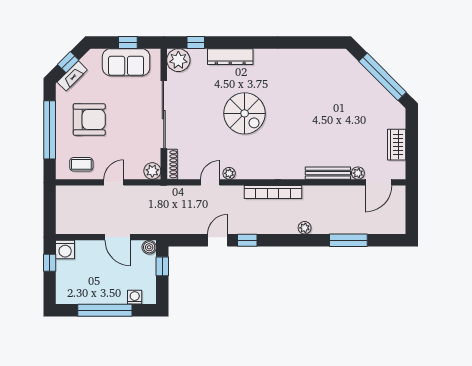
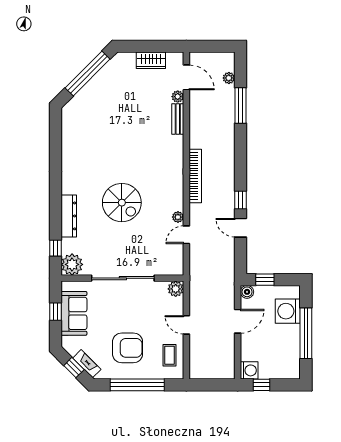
spiral stairs: (245, 113) -> (122, 203), turned 90
armchair: (89, 119) -> (128, 348), turned 90
shoe rack: (172, 164) -> (169, 270), removed
bench: (328, 173) -> (178, 119), width x0.73
door: (210, 182) -> (186, 235), hinge flipped
plant: (305, 228) -> (229, 78), moved
washing machine: (135, 297) -> (288, 311), width x1.89, depth x1.89

